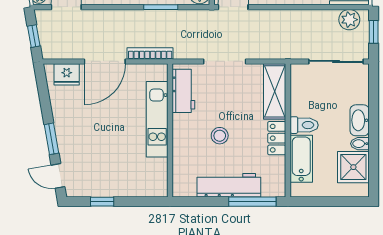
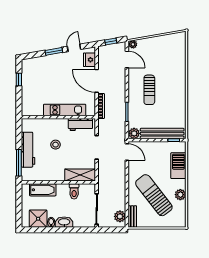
window: (374, 32) -> (113, 230), removed
toilet: (304, 125) -> (74, 191), moved
locker: (277, 138) -> (54, 176), removed
door: (58, 176) -> (74, 48), moved

